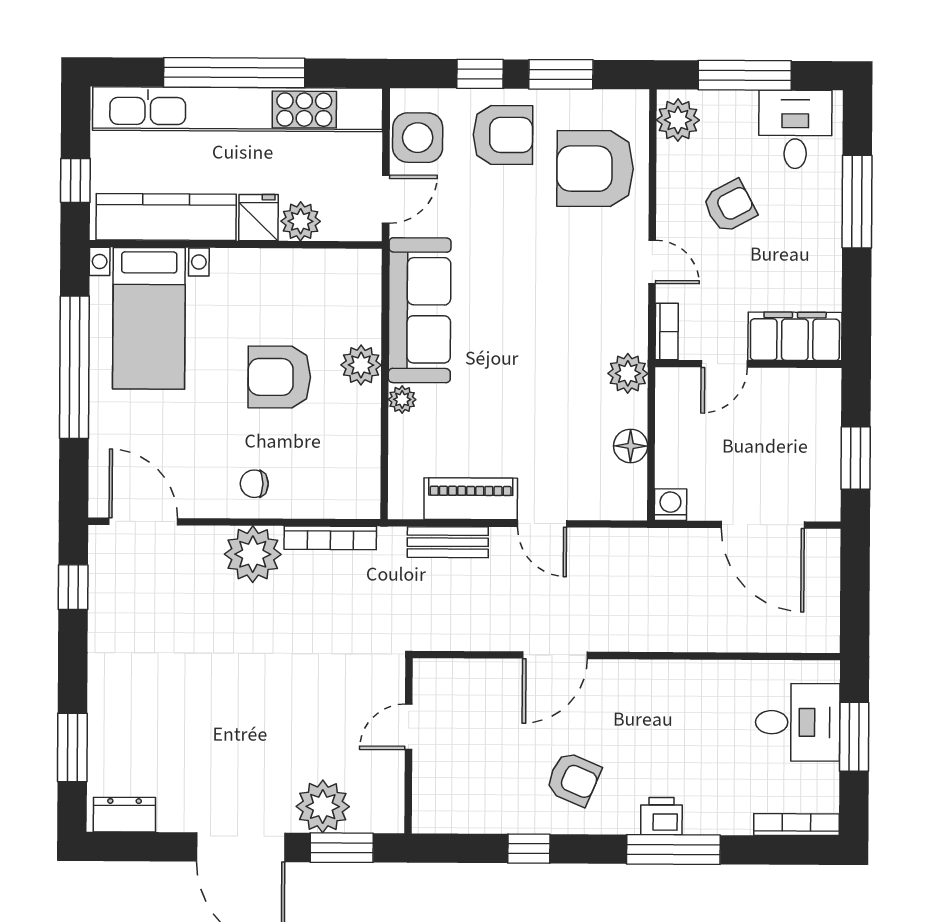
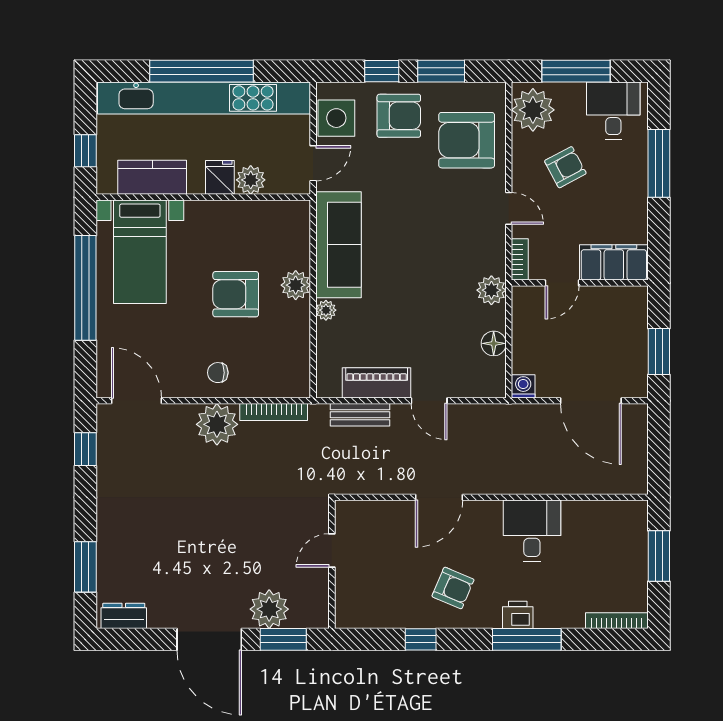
plant: (678, 120) -> (533, 110), width x1.36, depth x1.36
kitchen counter: (166, 217) -> (152, 177), width x0.67
desk: (798, 722) -> (532, 531), moved, turned -90

